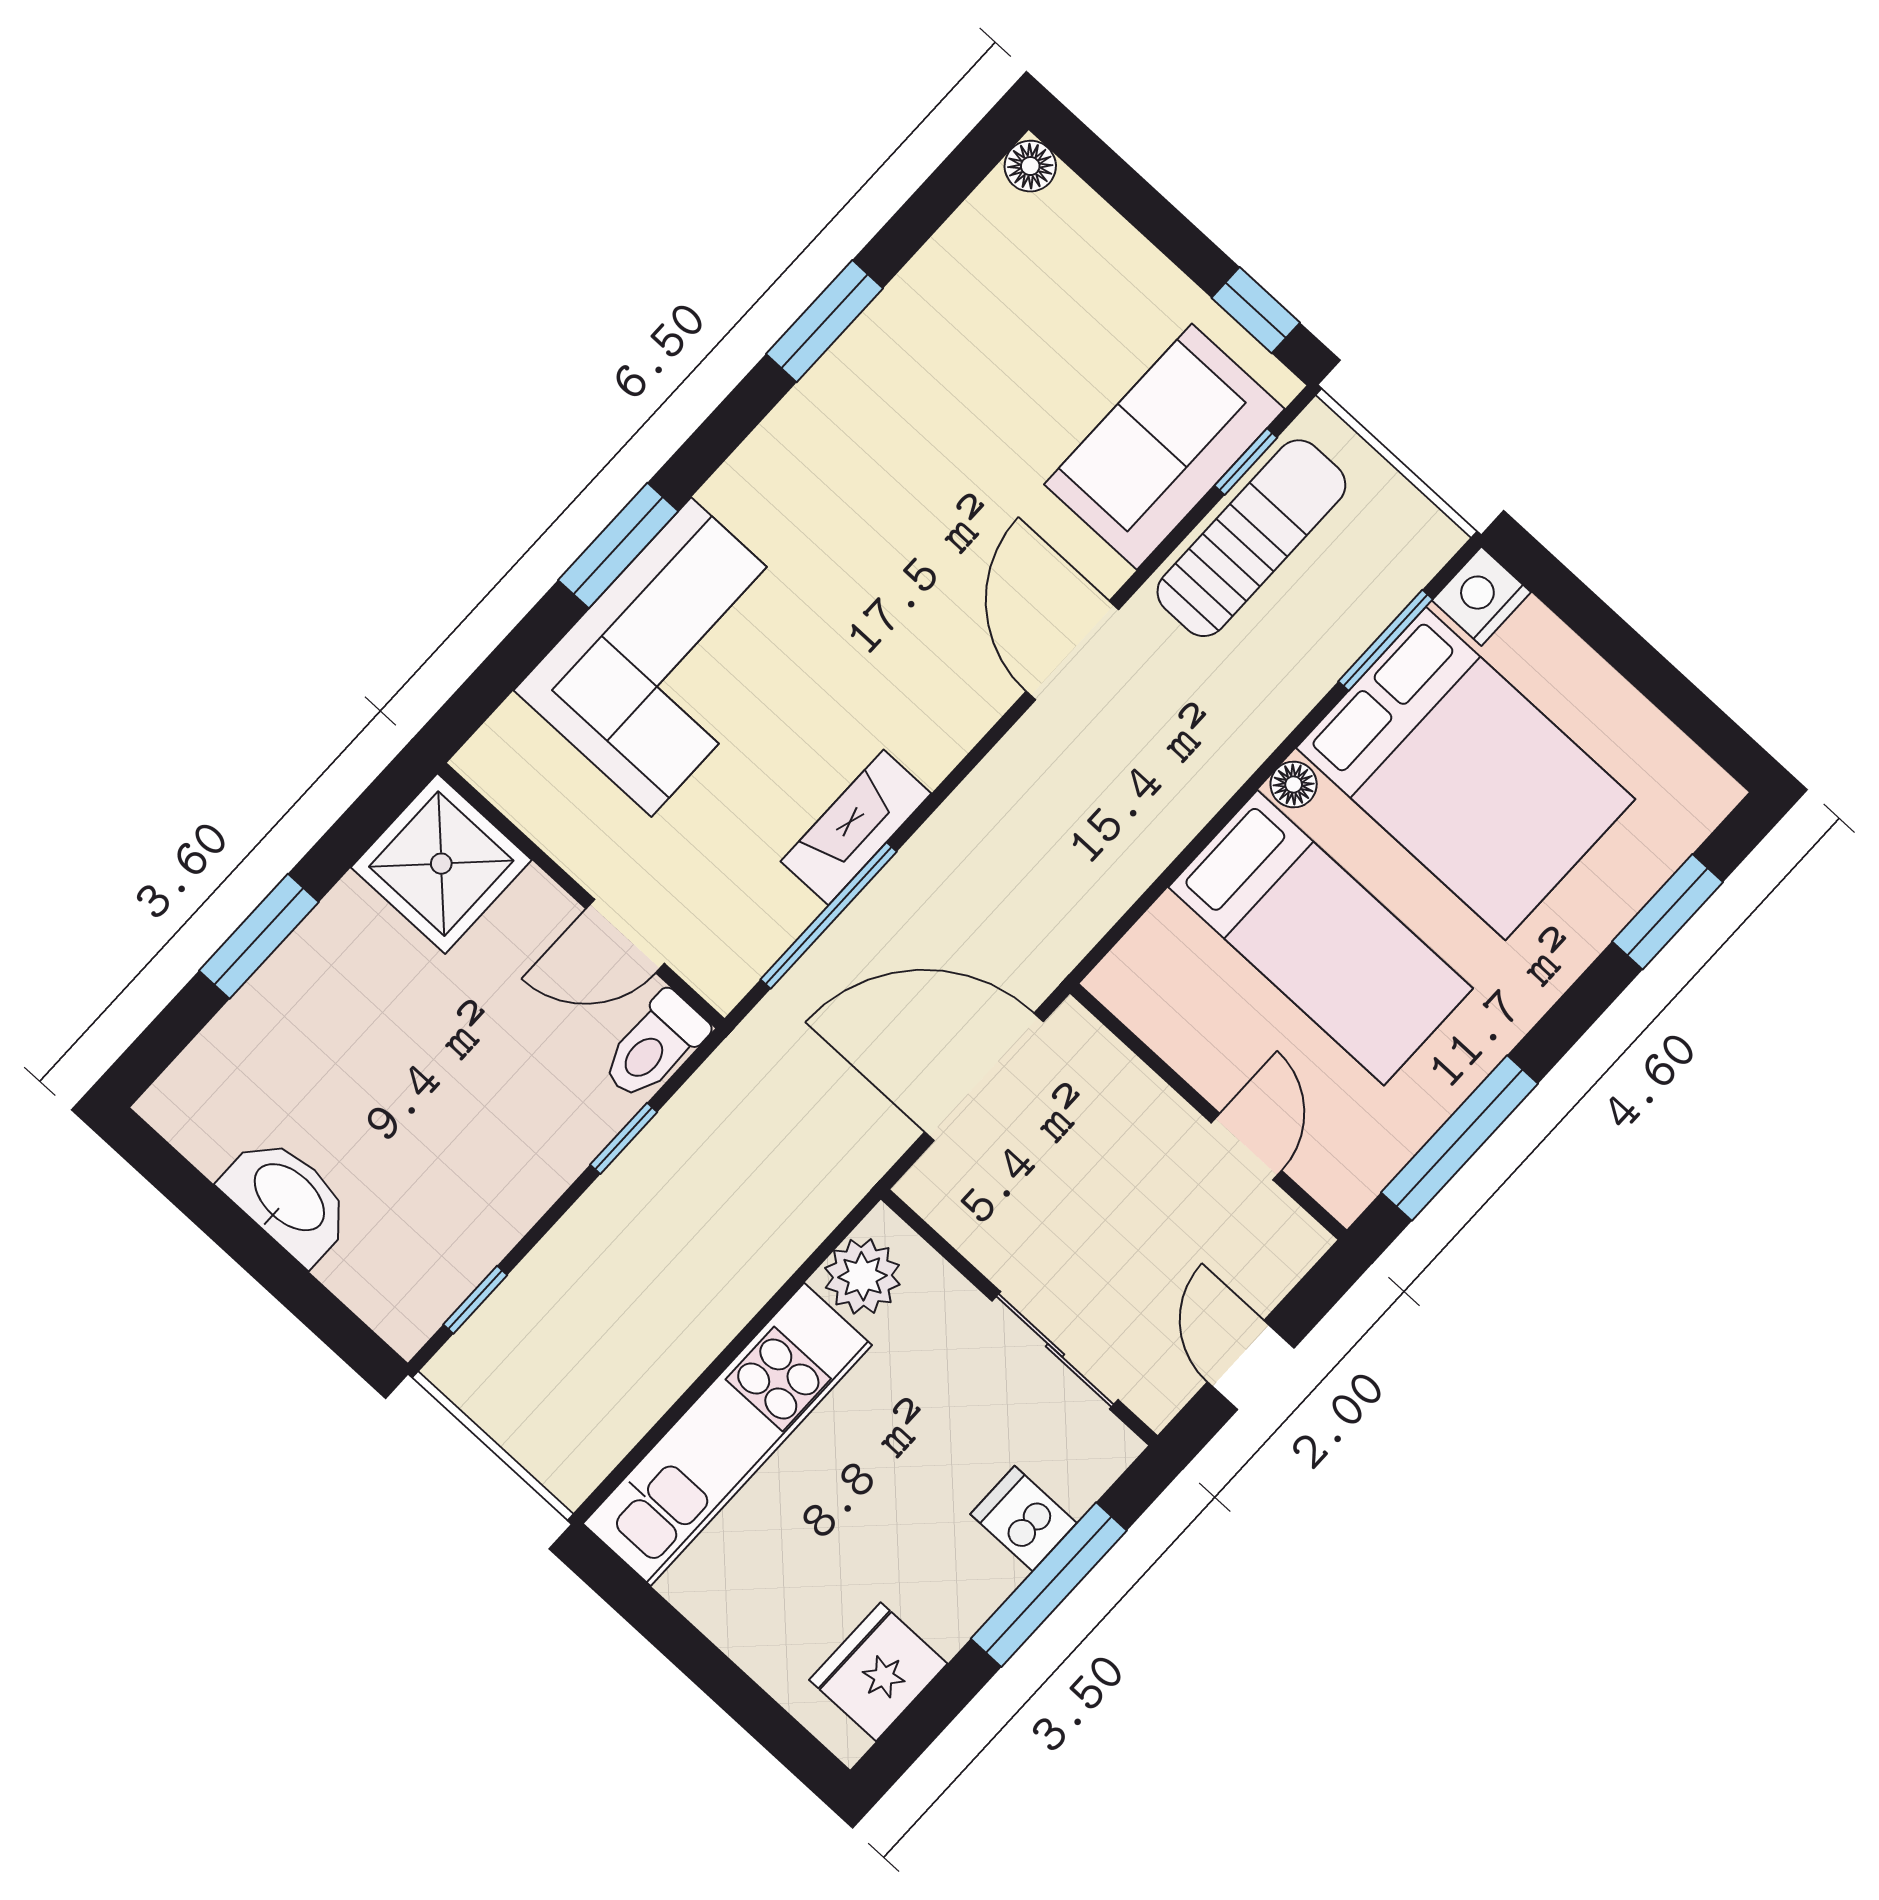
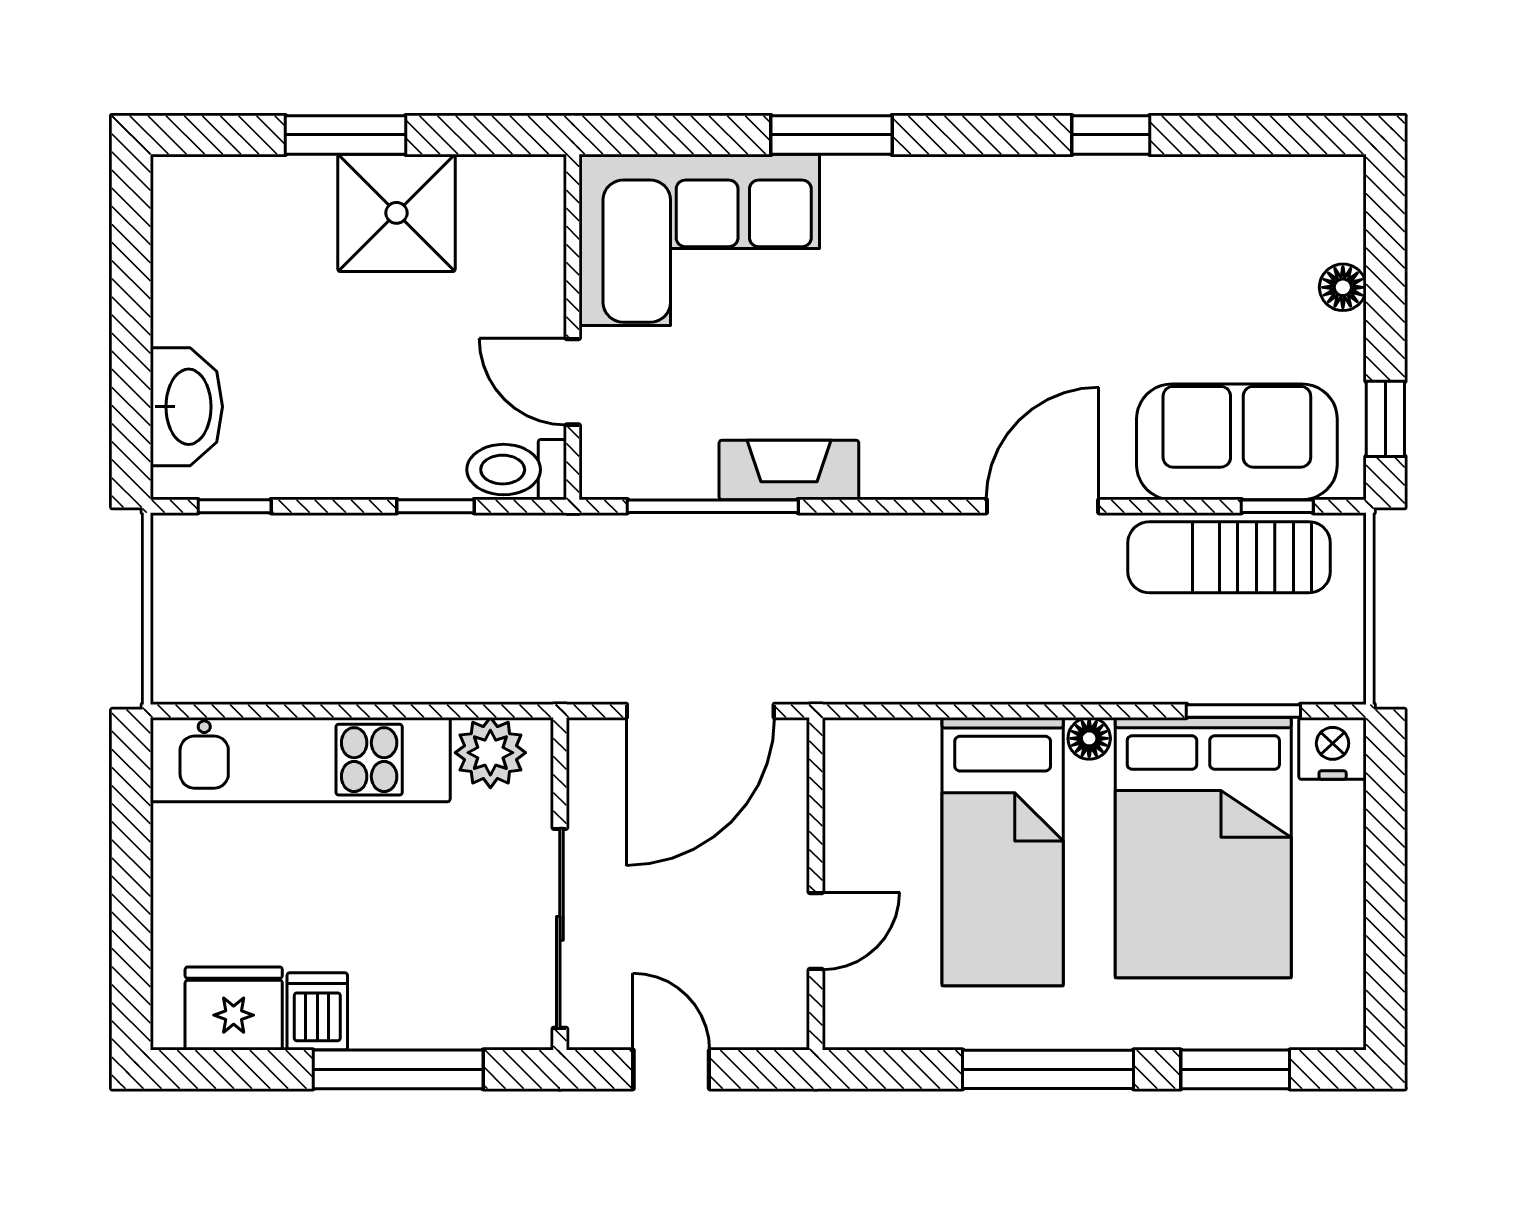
floor lamp: (1030, 166) -> (1343, 287), moved
window: (825, 321) -> (1111, 135), width x0.67
sun lounger: (1251, 538) -> (1229, 557), turned 180
corner sofa: (671, 657) -> (699, 240), moved
shower: (441, 864) -> (396, 213), moved
door: (984, 1077) -> (700, 711), swing flipped
window: (1459, 1138) -> (1048, 1069), moved
washbasin: (288, 1199) -> (186, 407), moved
sliding door: (1055, 1350) -> (560, 928), width x1.37
door: (1251, 1365) -> (671, 1069), hinge flipped
dishwasher: (1024, 1518) -> (317, 1011), moved

